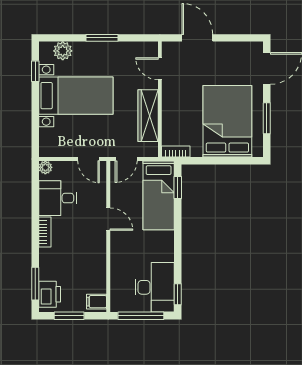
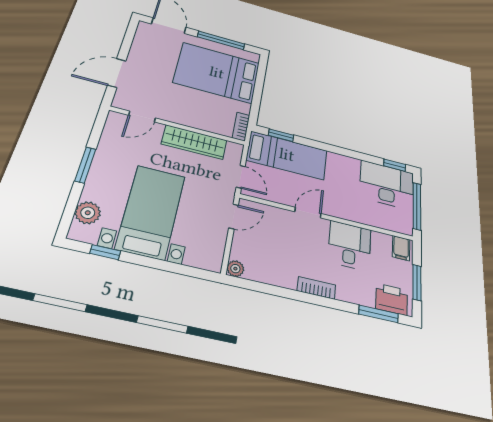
window: (267, 118) -> (221, 40), width x1.44
desk: (58, 198) -> (349, 245), moved, turned 180

